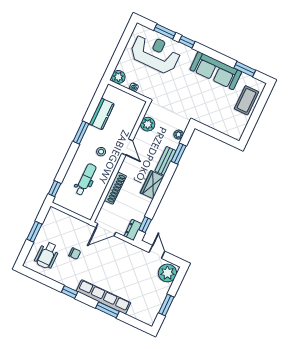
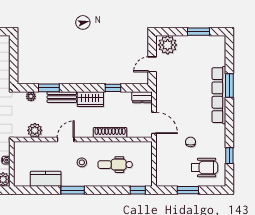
window: (145, 225) -> (113, 88), moved
window: (70, 292) -> (229, 156), moved

